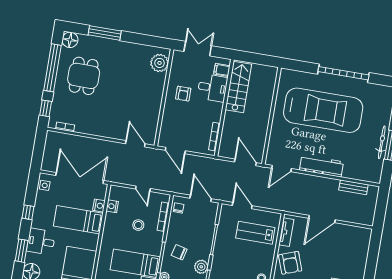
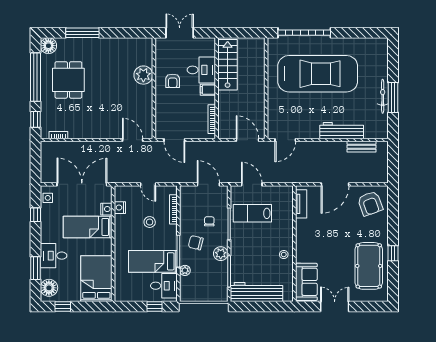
plant: (160, 63) -> (143, 75), moved
filing cabinet: (222, 70) -> (208, 90), moved
garage door: (343, 73) -> (304, 33), moved
workbench: (321, 166) -> (342, 131), moved
chair: (179, 208) -> (209, 221), moved
window: (28, 212) -> (35, 215), moved
lab bench: (255, 233) -> (252, 213), moved
armchair: (290, 263) -> (370, 203), moved

